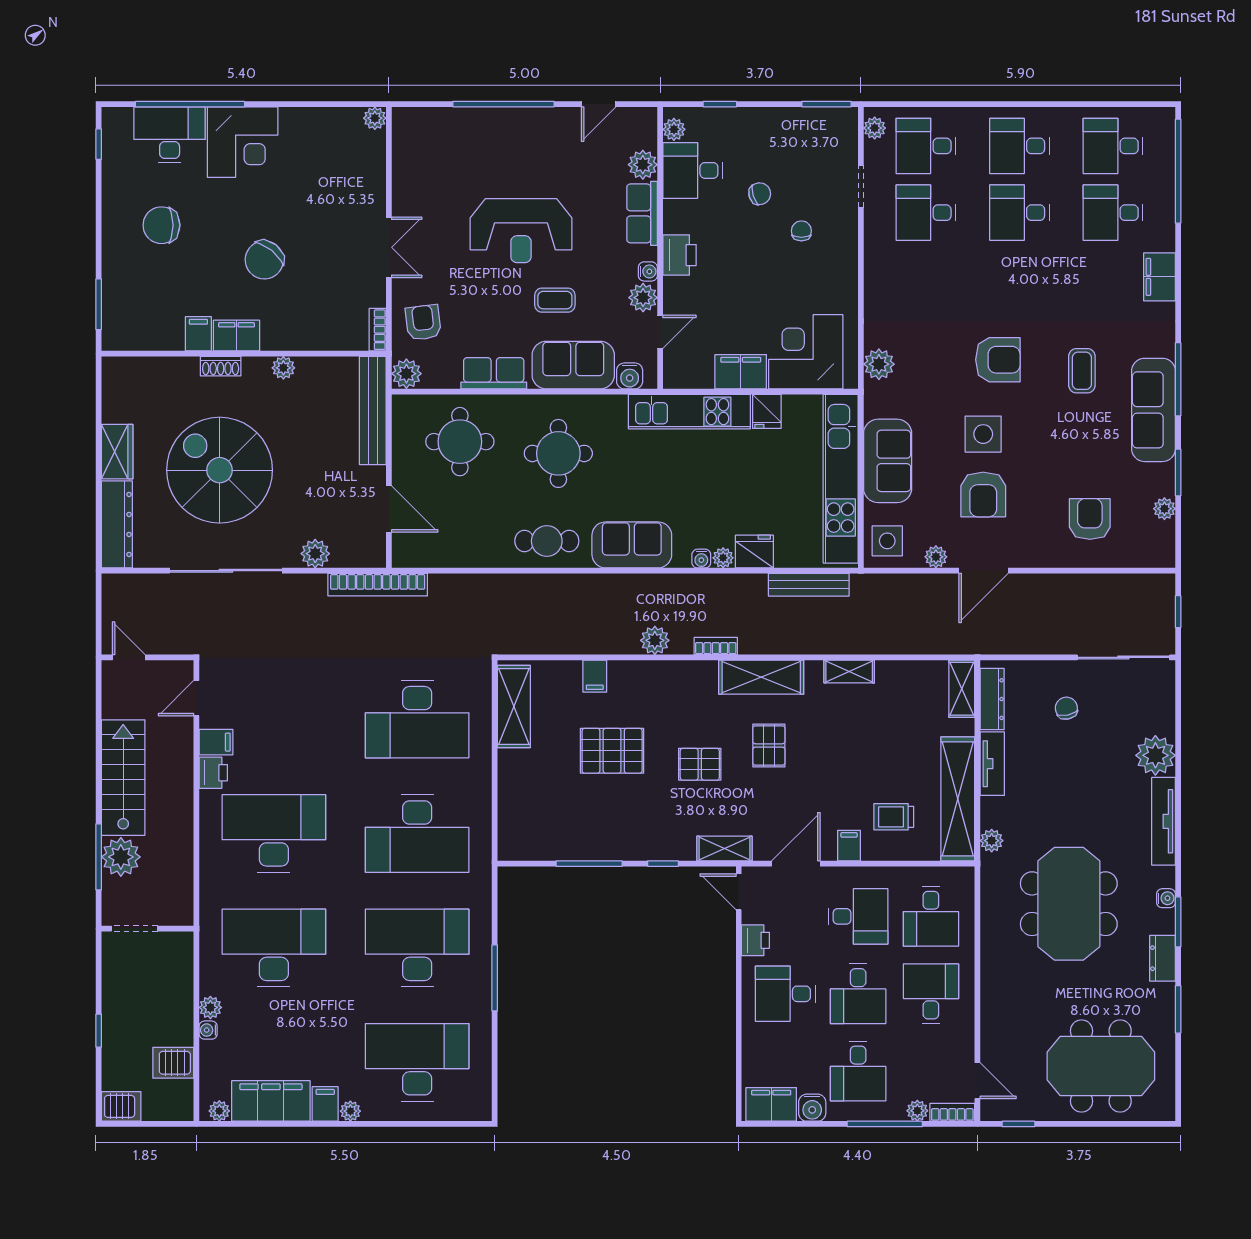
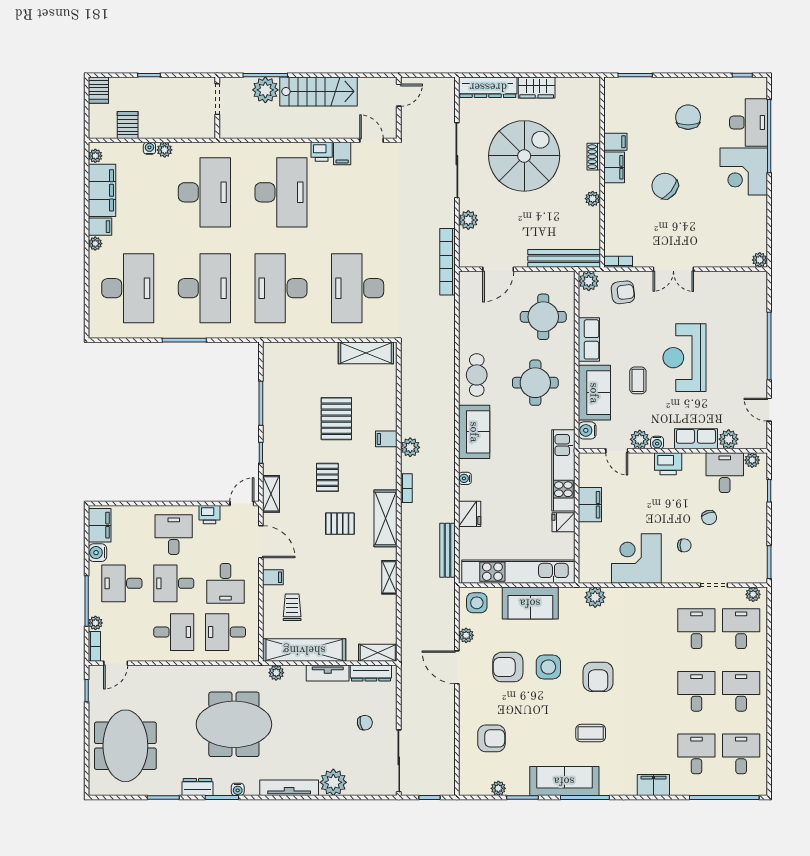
corner desk: (806, 352) -> (636, 558), moved, turned -90
plant: (723, 558) -> (466, 493), removed
filing cabinet: (595, 676) -> (386, 439), moved

